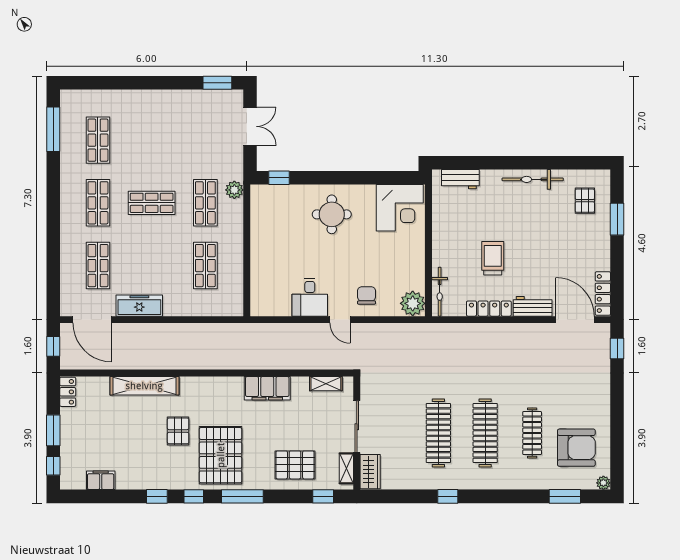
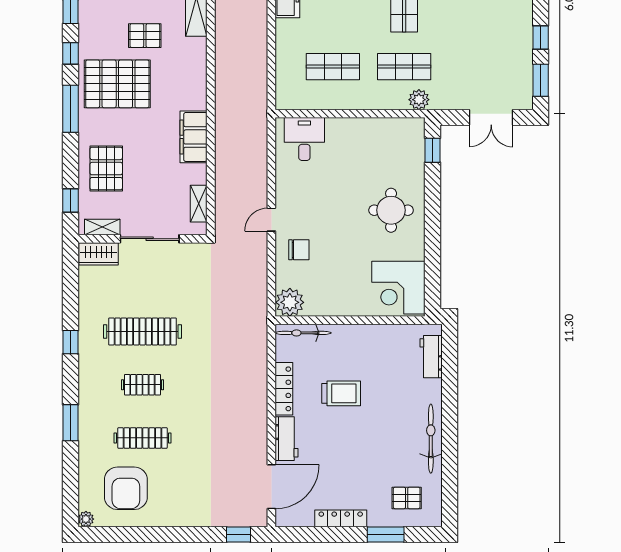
window: (180, 83) -> (541, 38), added
locker: (603, 293) -> (341, 518), moved
desk: (310, 297) -> (304, 139), moved, turned 90
clothes rail: (485, 433) -> (142, 385), width x0.54, depth x0.76
window: (565, 496) -> (70, 423), moved

